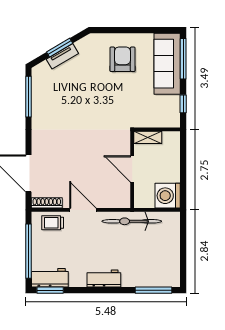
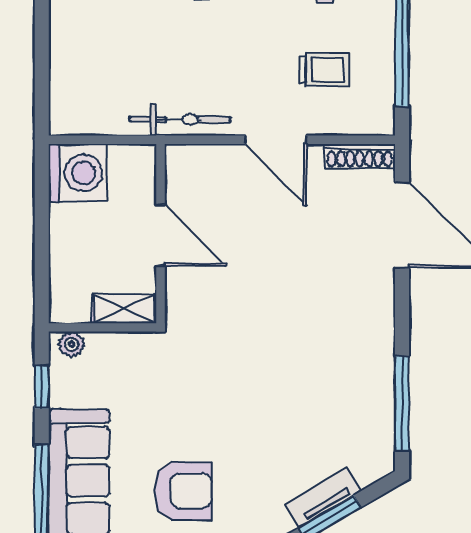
armchair: (122, 59) -> (183, 491), turned -90
plant: (170, 122) -> (72, 344), added
bicycle: (132, 221) -> (180, 119), width x0.73, depth x0.71
trolley: (53, 223) -> (324, 69), moved

